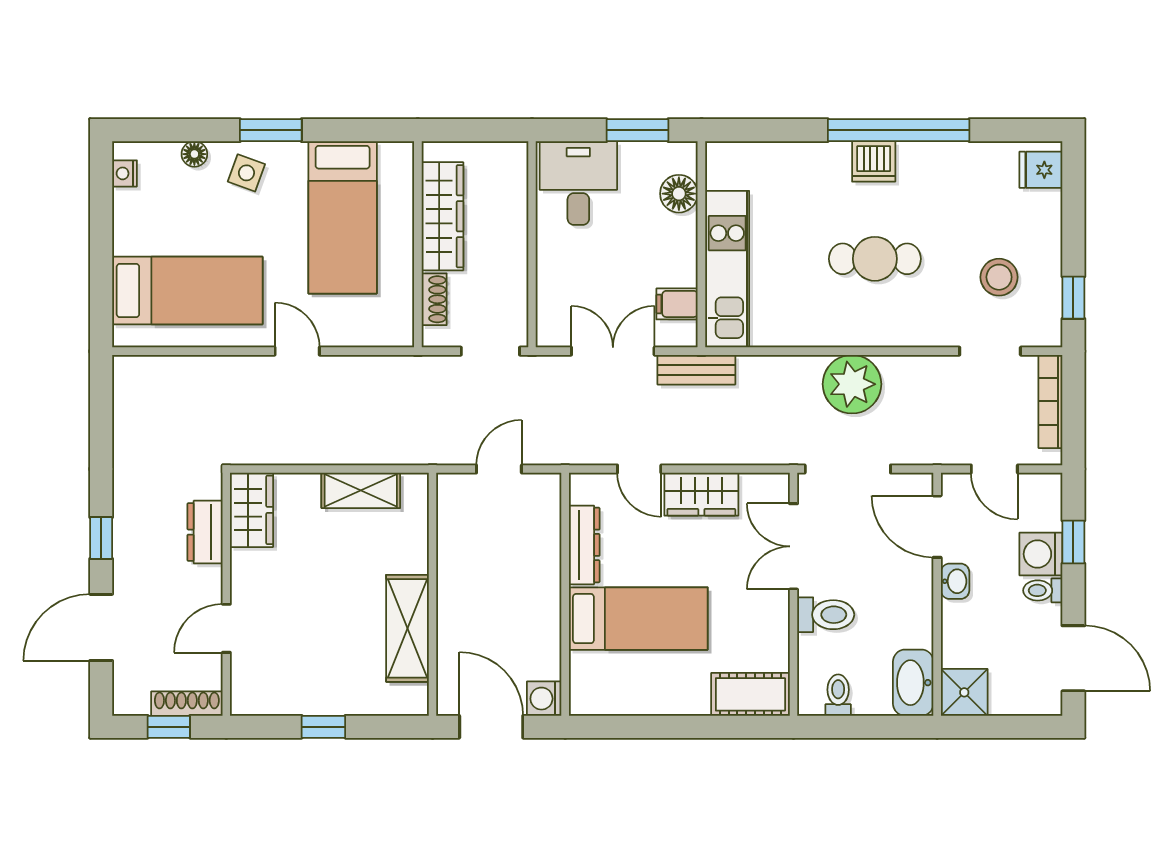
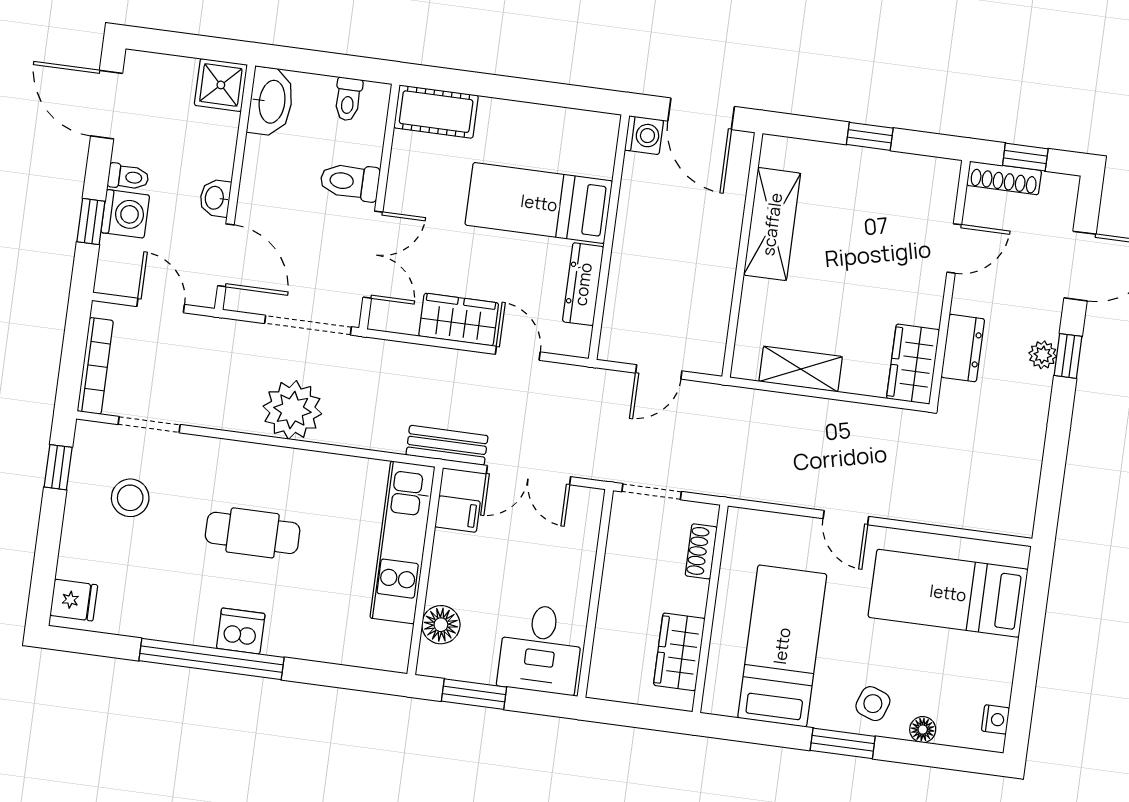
wardrobe: (442, 216) -> (679, 652), width x0.67
plant: (126, 536) -> (1043, 355), added

